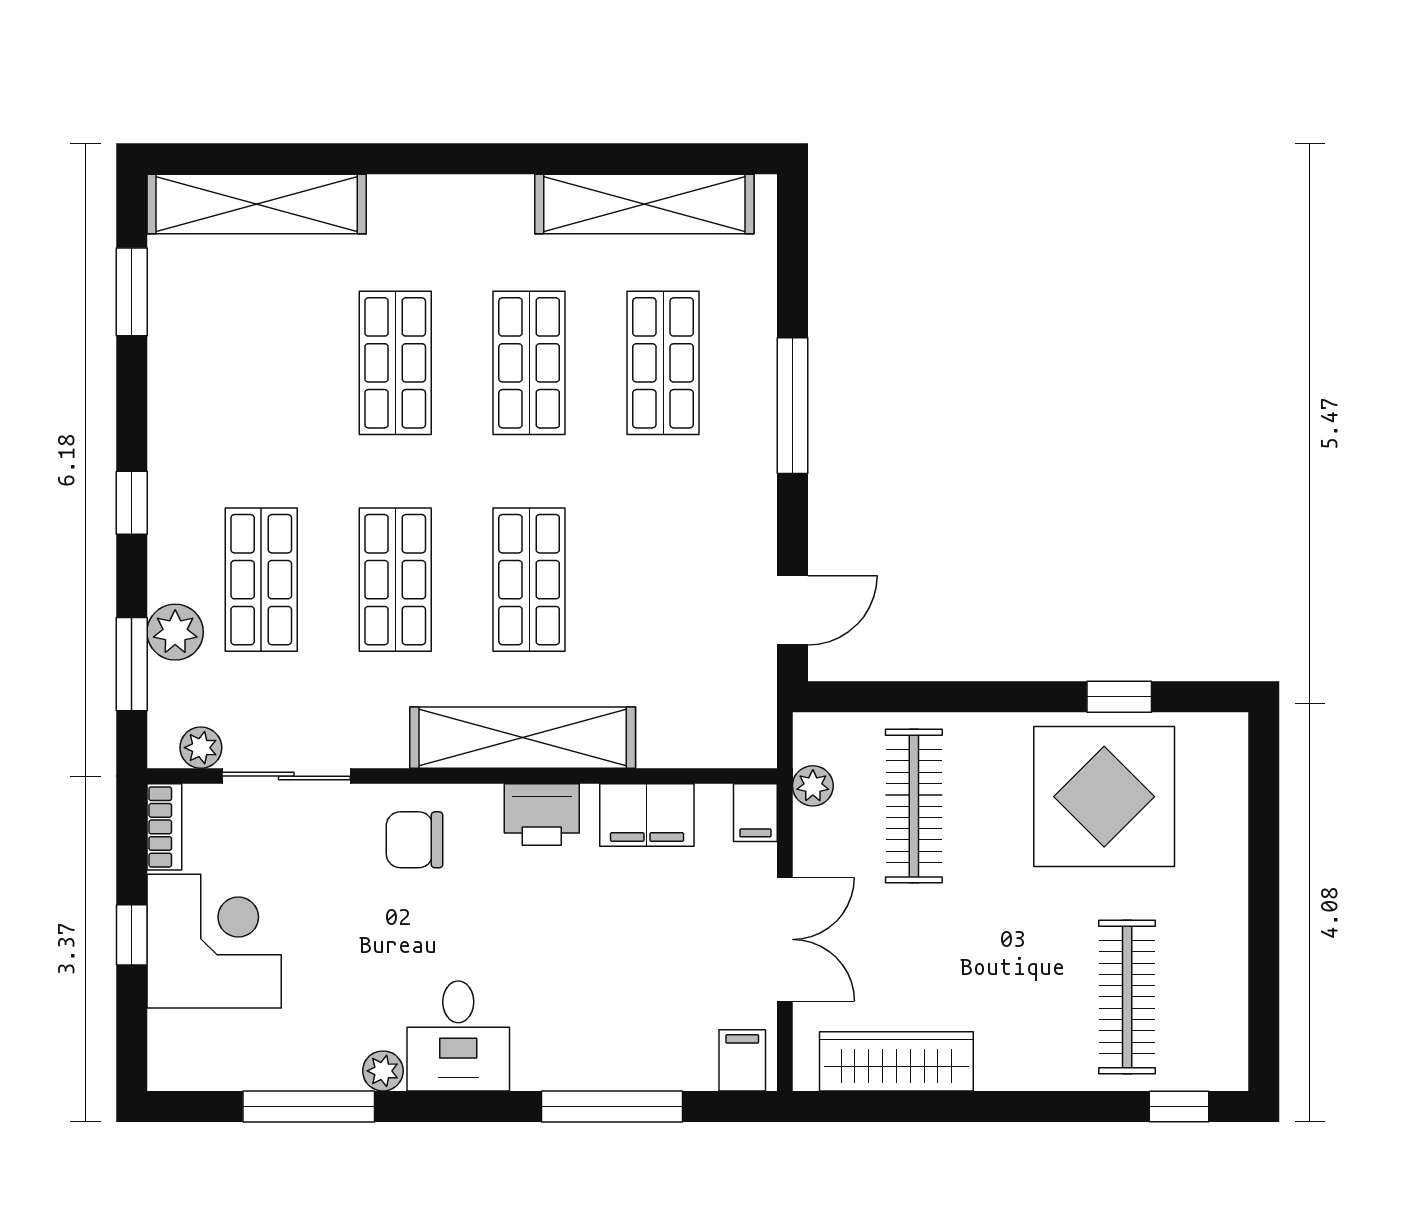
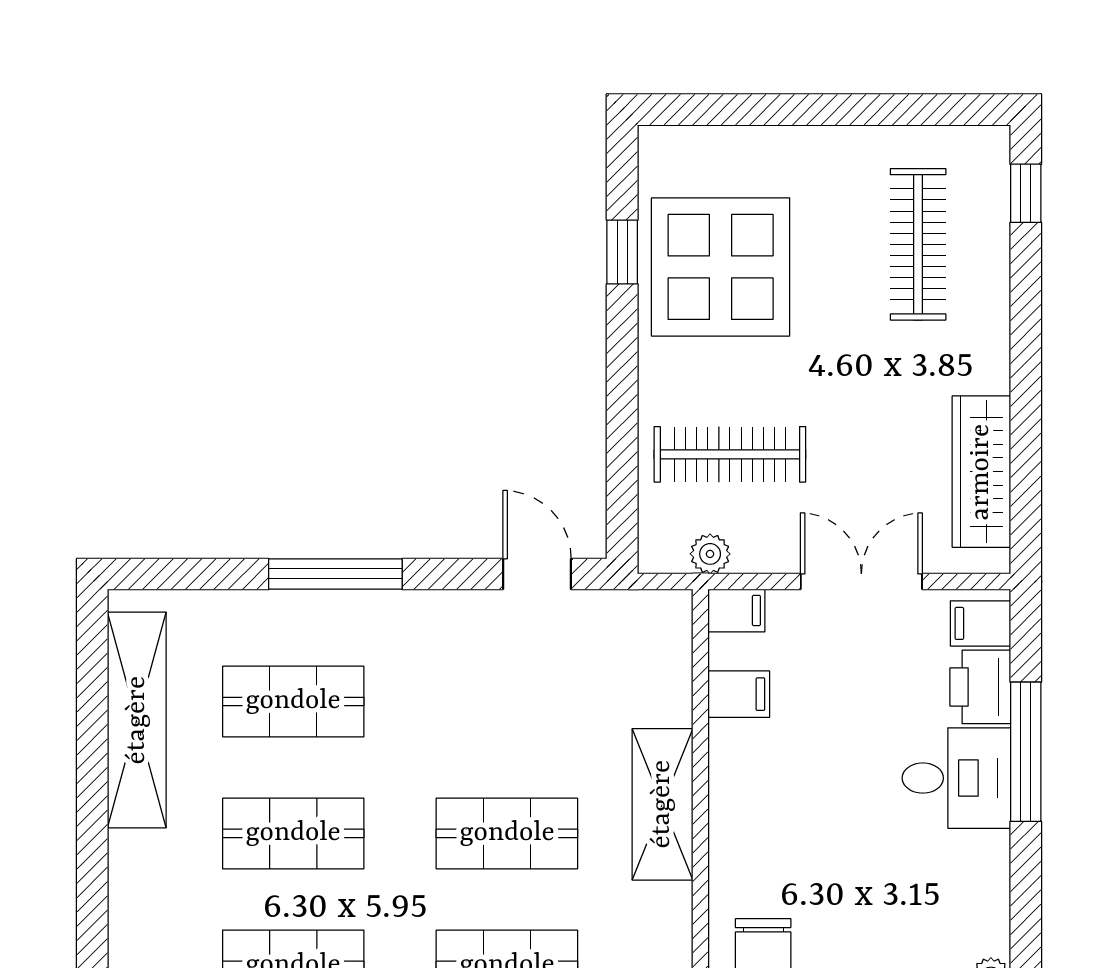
shelving: (523, 738) -> (662, 804), width x0.68
printer: (542, 815) -> (980, 687), moved, turned 180
filing cabinet: (647, 815) -> (739, 694), width x0.50
clothes rail: (1127, 997) -> (918, 244), turned 90
desk: (458, 1036) -> (956, 778), moved

